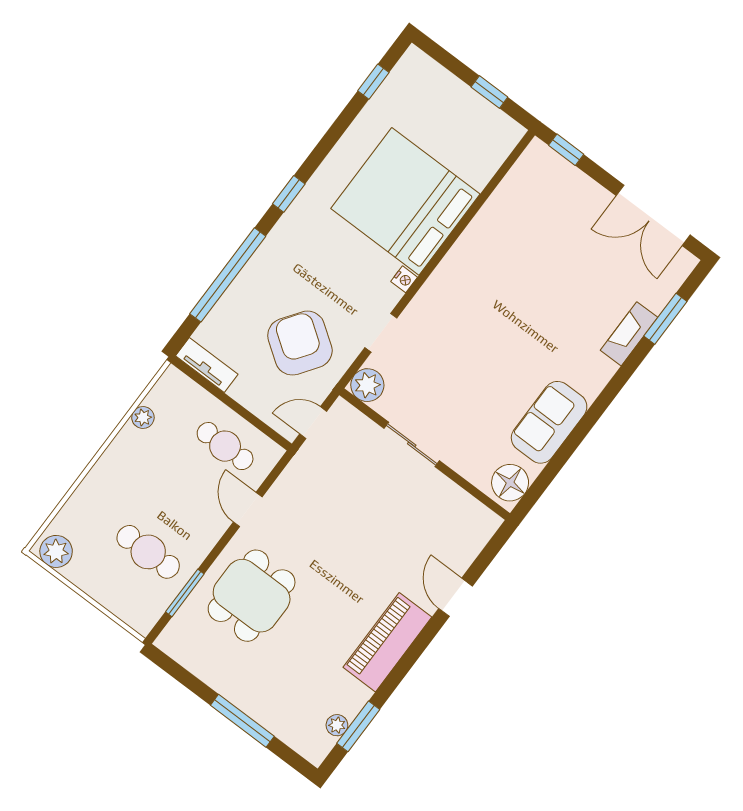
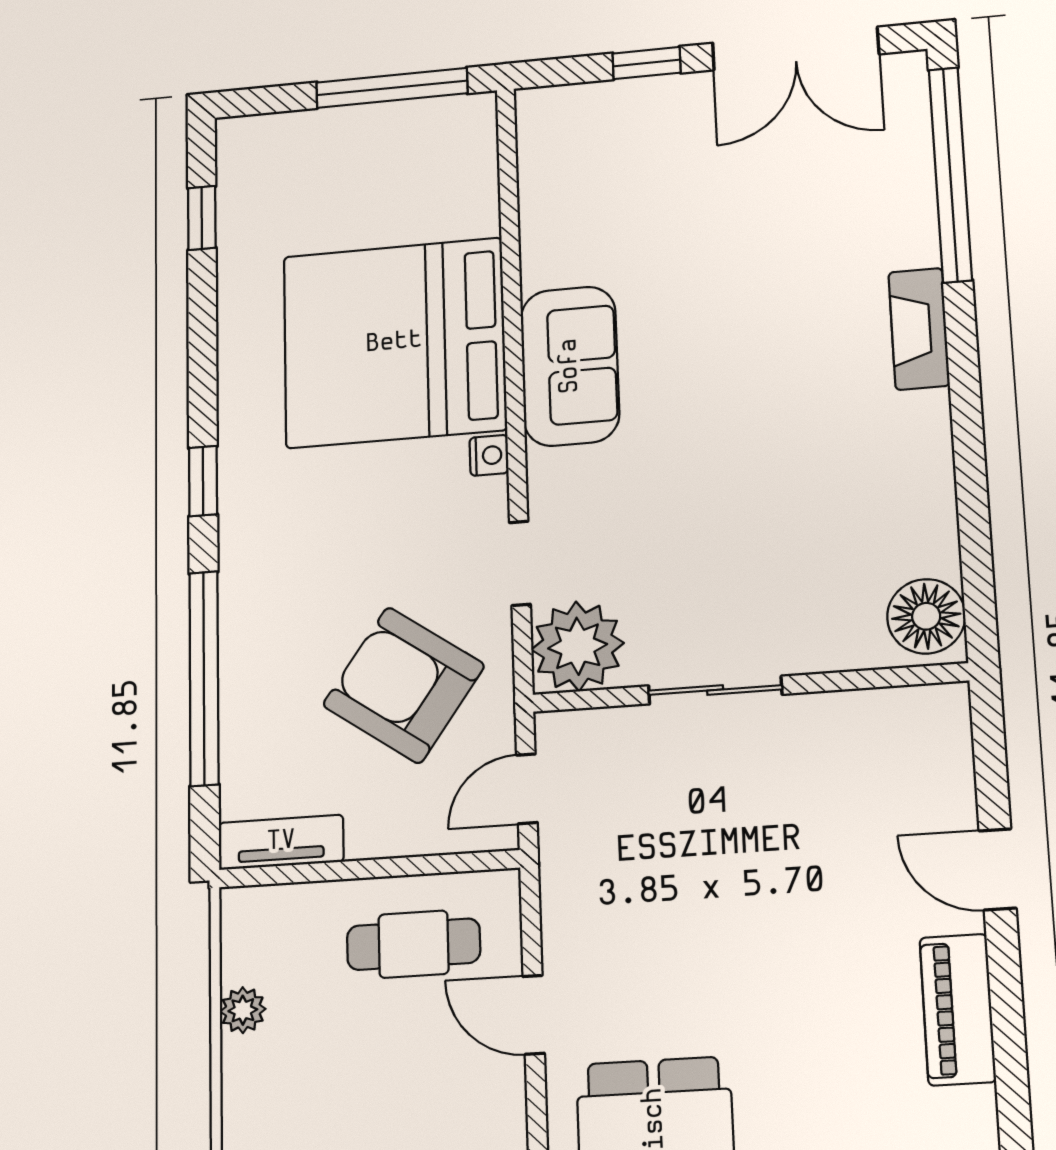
window: (489, 92) -> (392, 88), width x2.17
window: (566, 150) -> (647, 63), moved
window: (665, 319) -> (950, 174), width x2.11
fireplace: (629, 334) -> (919, 329), moved
plant: (367, 385) -> (578, 646), width x1.36, depth x1.36
sofa: (549, 422) -> (570, 366), moved, turned 180
piano: (387, 642) -> (958, 1010), width x0.73, depth x0.75

